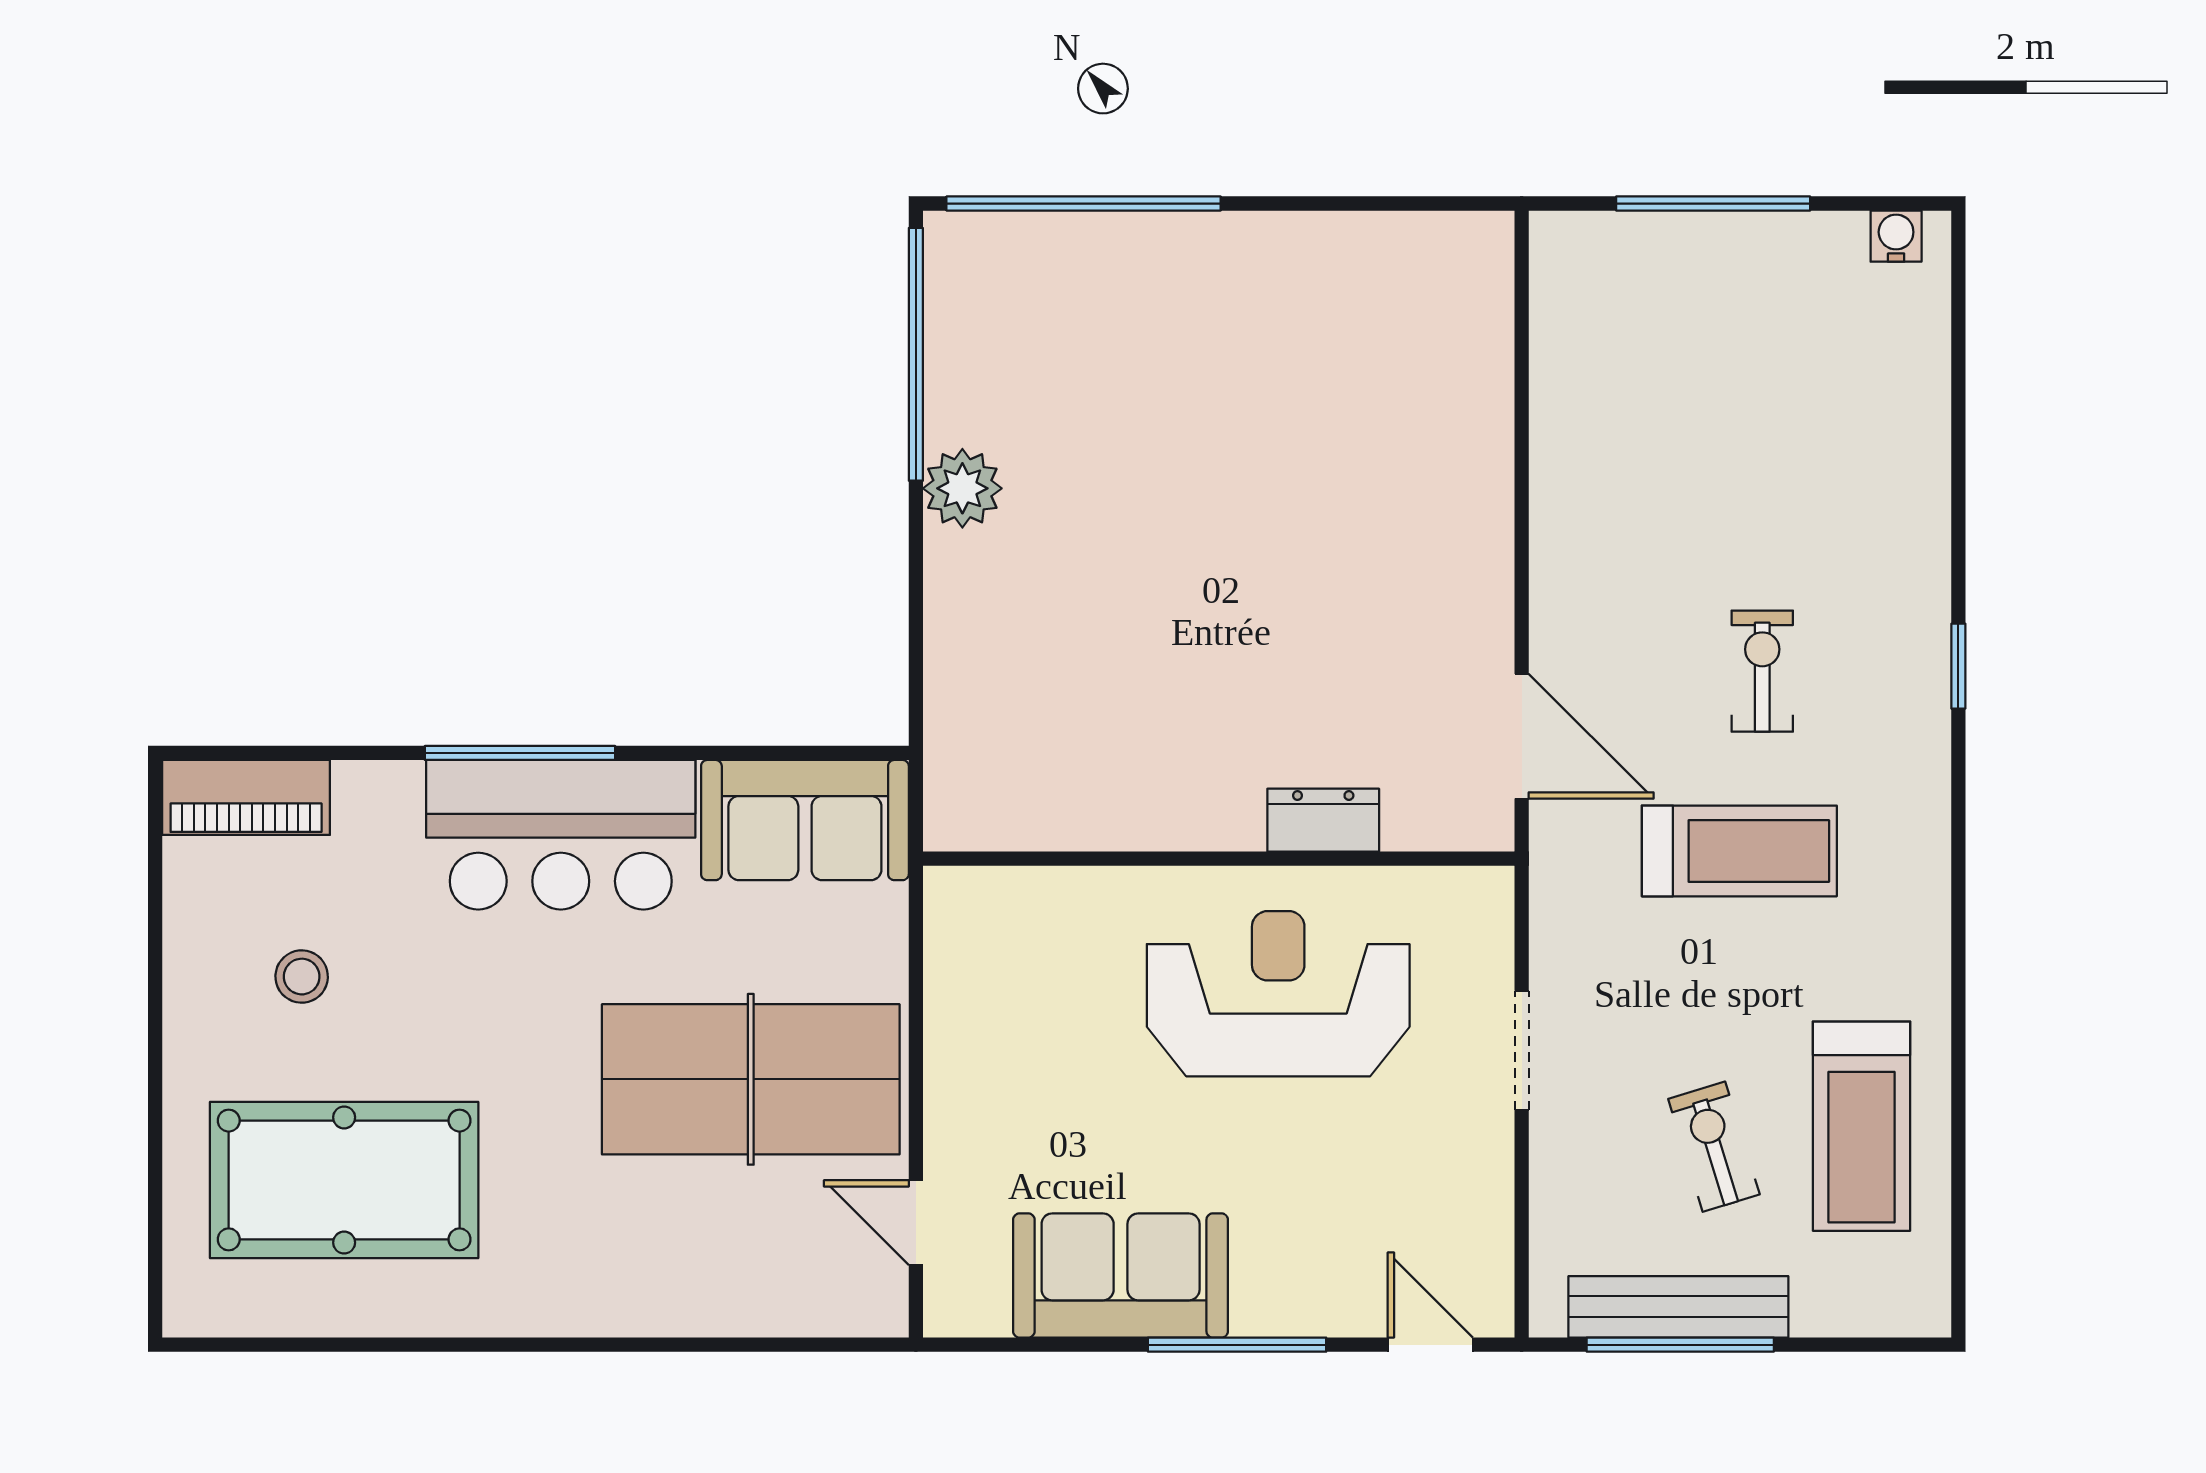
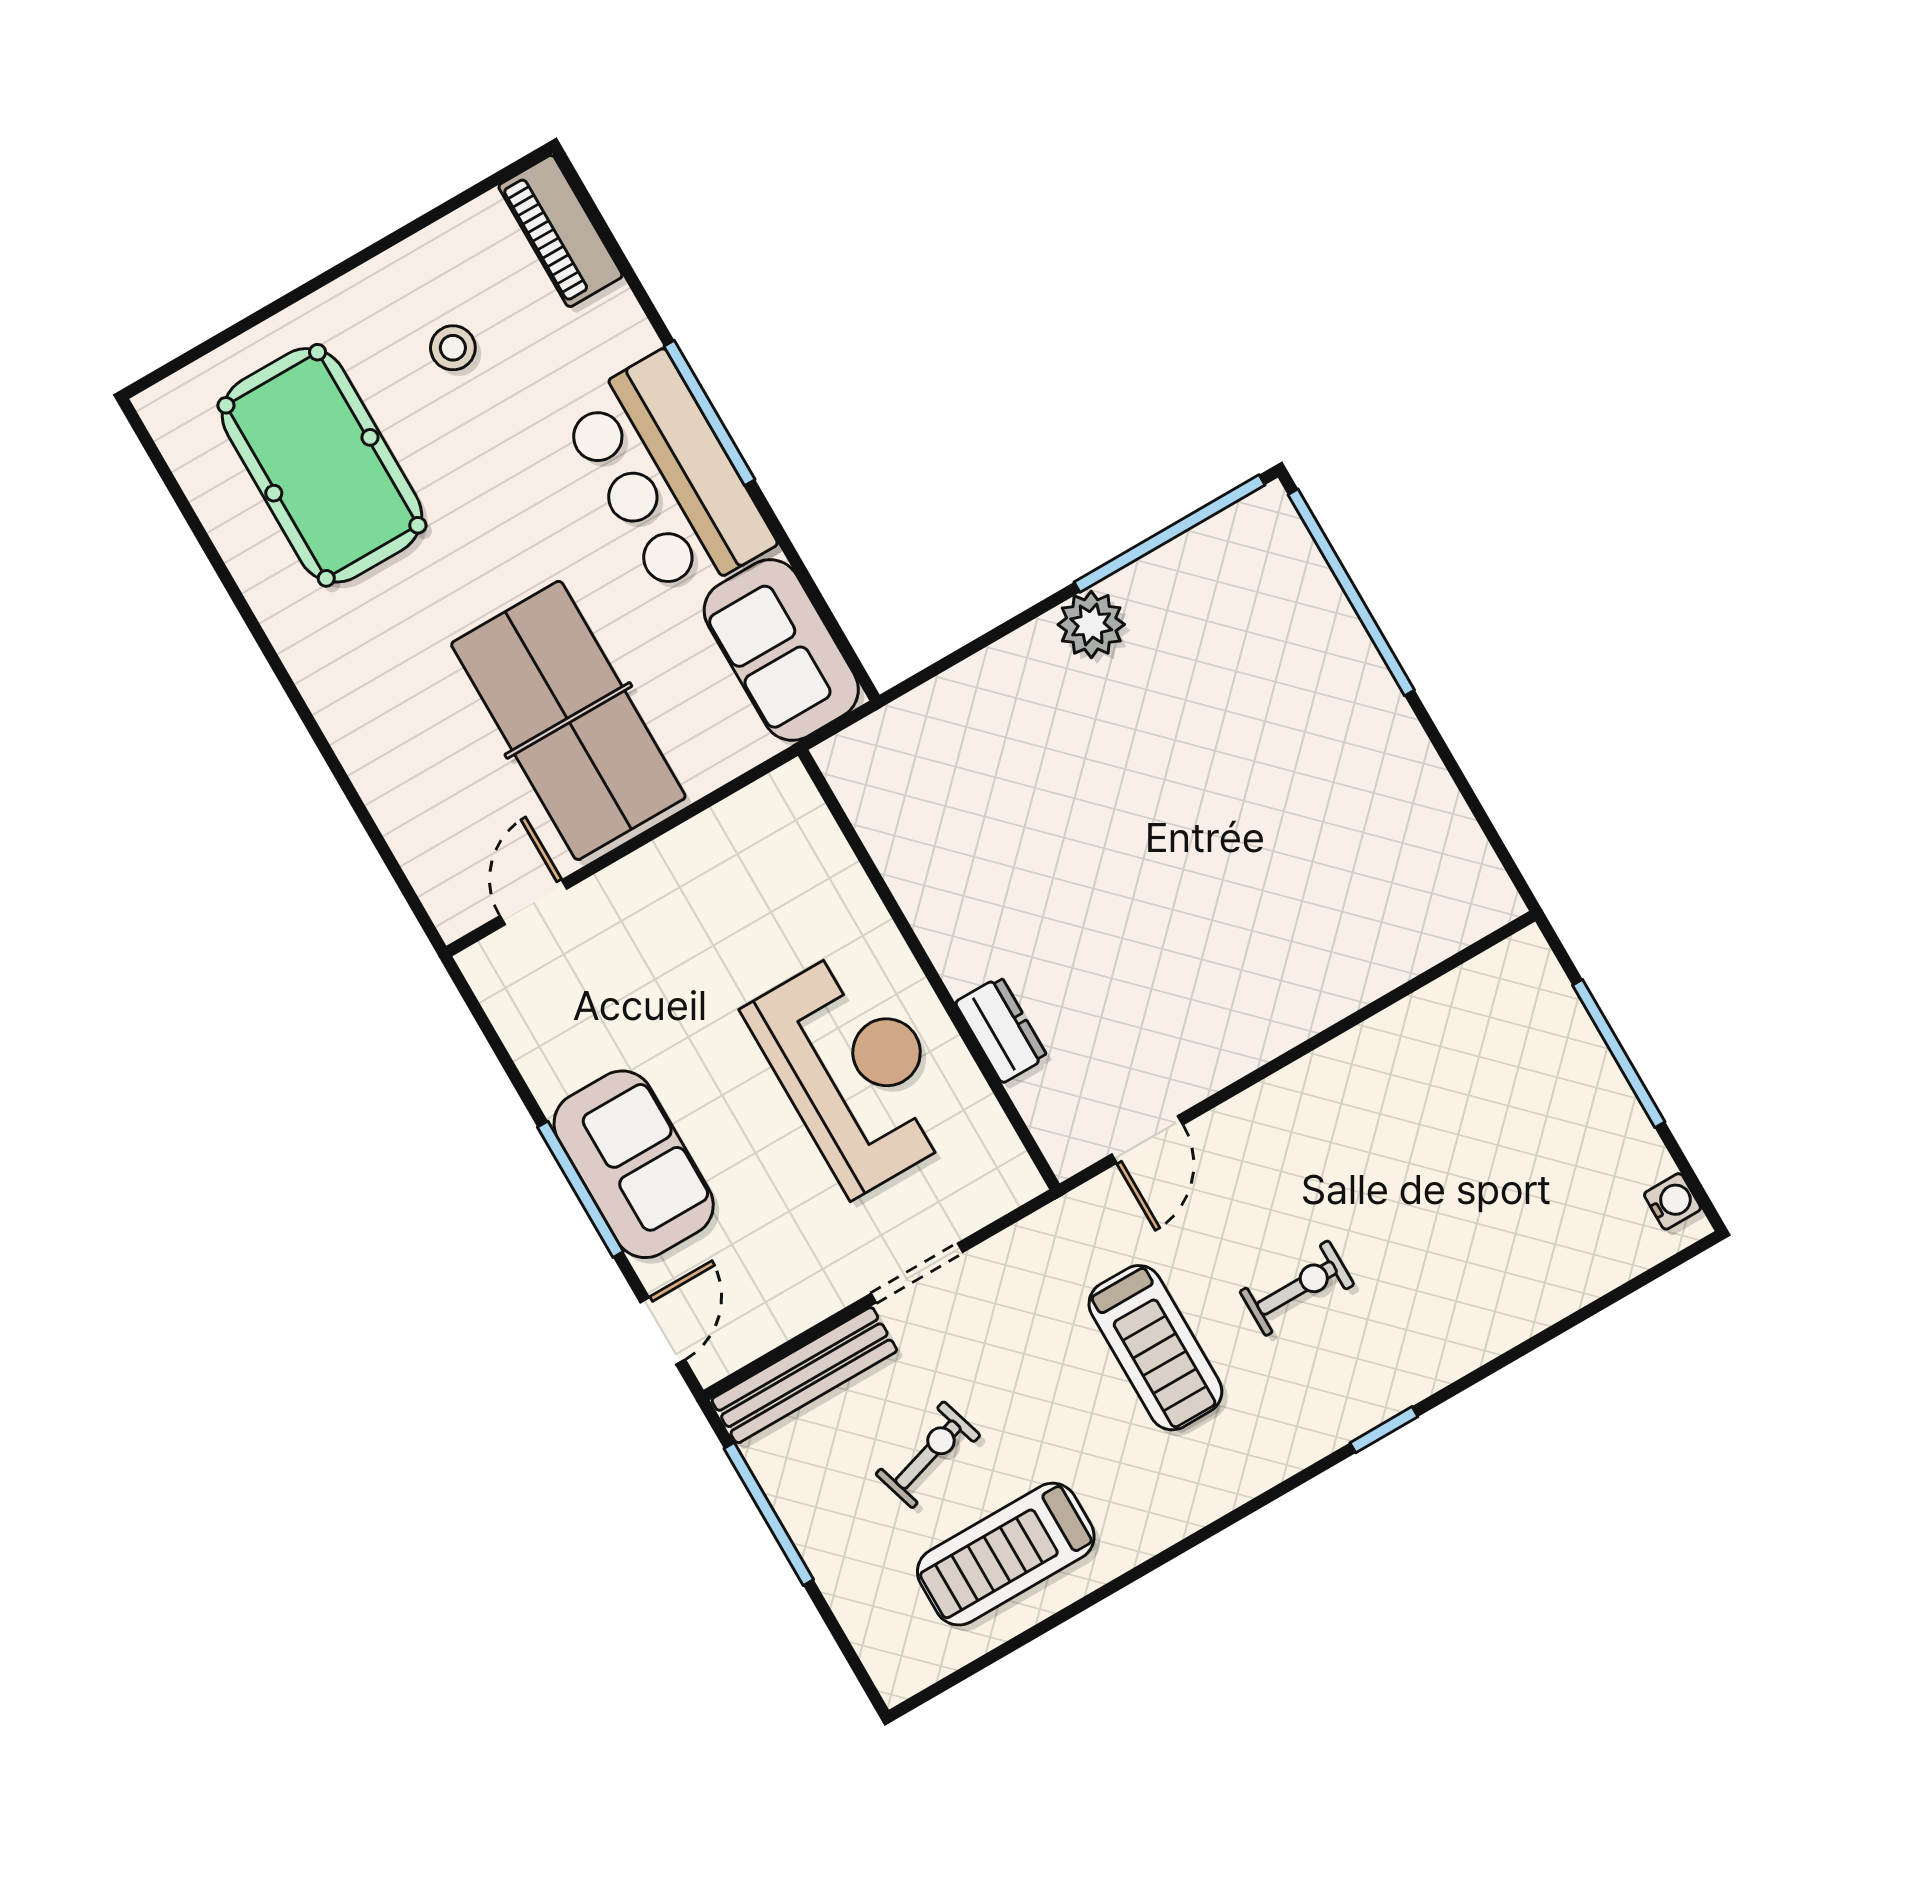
door: (1522, 736) -> (1147, 1139), width x0.73
sofa: (1121, 1275) -> (634, 1164), moved
bench: (1678, 1307) -> (804, 1375), moved, turned 90

